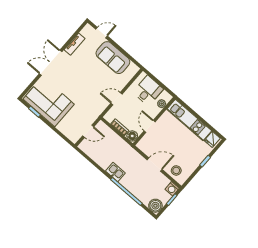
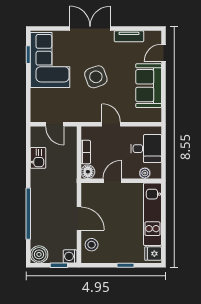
door: (102, 33) -> (163, 53), swing flipped
side table: (81, 84) -> (96, 77), added
kitchen sink: (115, 172) -> (38, 158), moved

